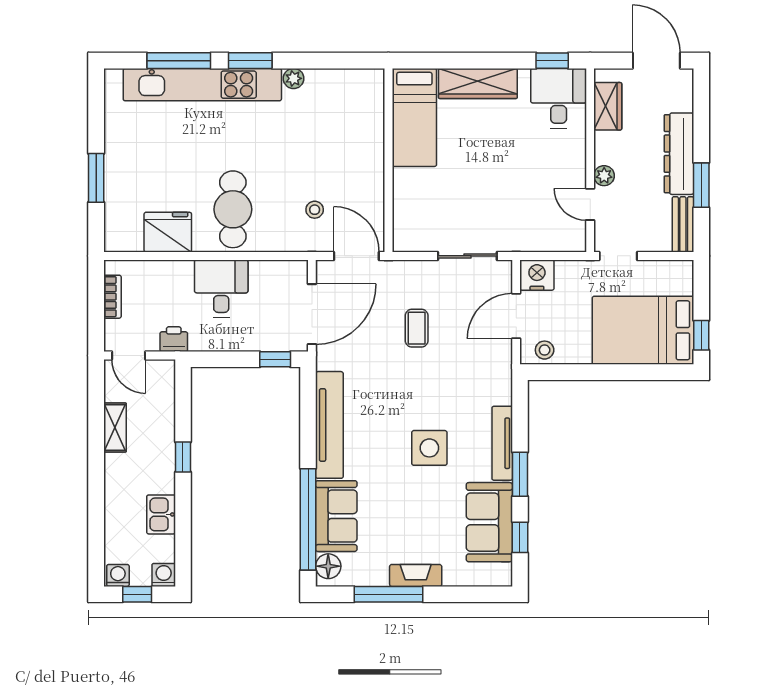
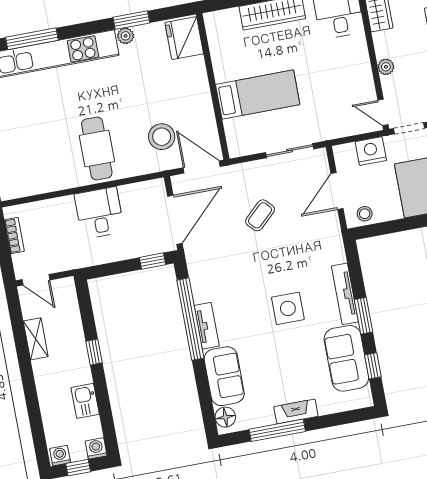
window: (250, 61) -> (131, 20), moved
bed: (414, 117) -> (258, 94), moved, turned -90
door: (590, 204) -> (383, 112), moved
stool: (315, 210) -> (162, 137), width x1.89, depth x1.89
fridge: (168, 232) -> (184, 38), moved, turned -90
nightstand: (537, 275) -> (371, 151), moved
coffee table: (417, 328) -> (260, 215), turned 47
printer: (174, 339) -> (69, 260), removed
tv unit: (329, 425) -> (207, 326), width x0.52, depth x0.78
window: (308, 519) -> (190, 319), moved

